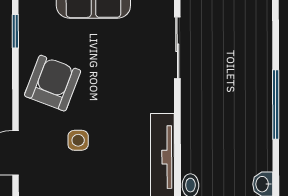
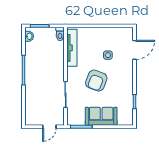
armchair: (53, 83) -> (96, 81), moved

